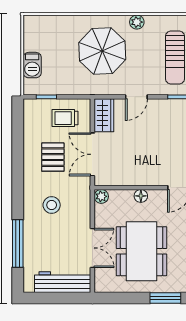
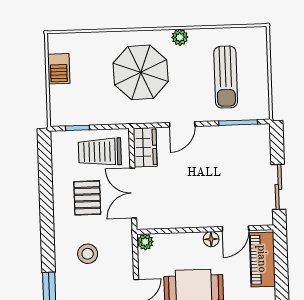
barbecue: (32, 65) -> (59, 69), moved
trolley: (65, 118) -> (100, 152), width x1.36, depth x1.39
floor lamp: (141, 196) -> (211, 239), moved

